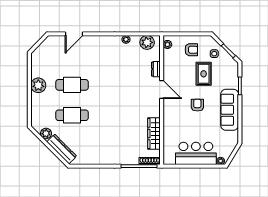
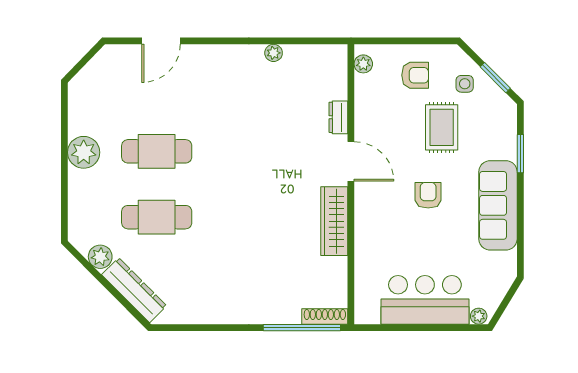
plant: (147, 42) -> (319, 60), removed
wardrobe: (154, 133) -> (334, 221), moved

